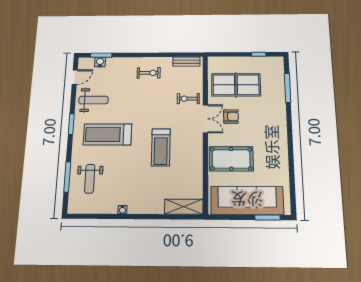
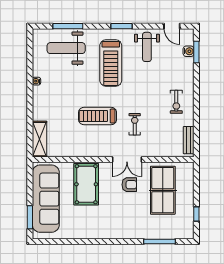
exercise bike: (188, 99) -> (135, 124), moved
armchair: (231, 117) -> (129, 185), turned -90
treadmill: (108, 134) -> (111, 63), turned 180
weight bench: (90, 179) -> (66, 48), width x1.36, depth x1.33

